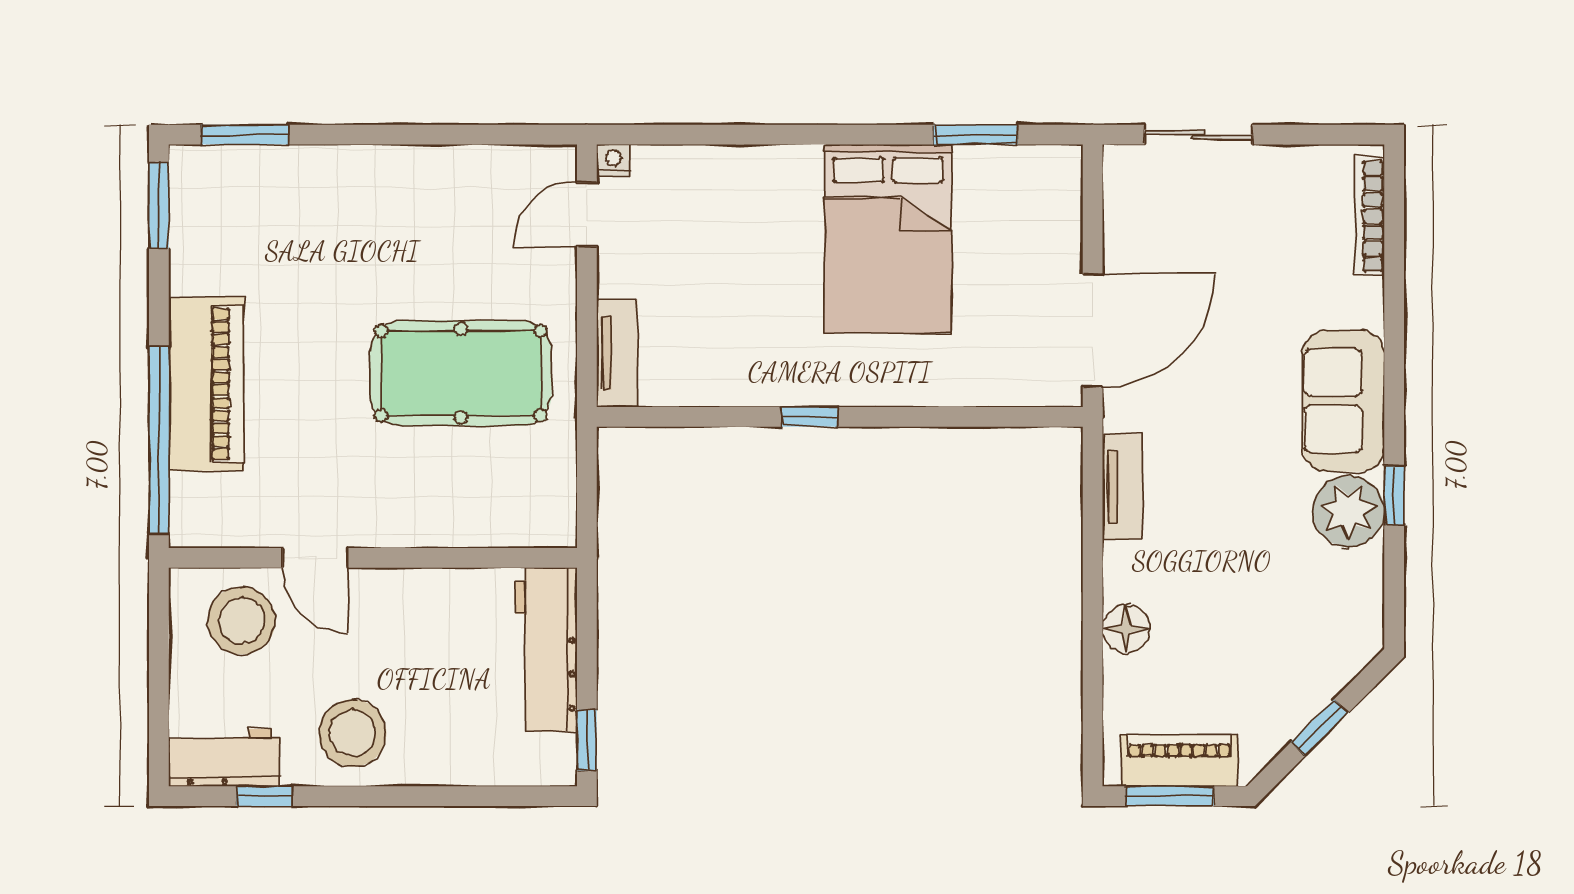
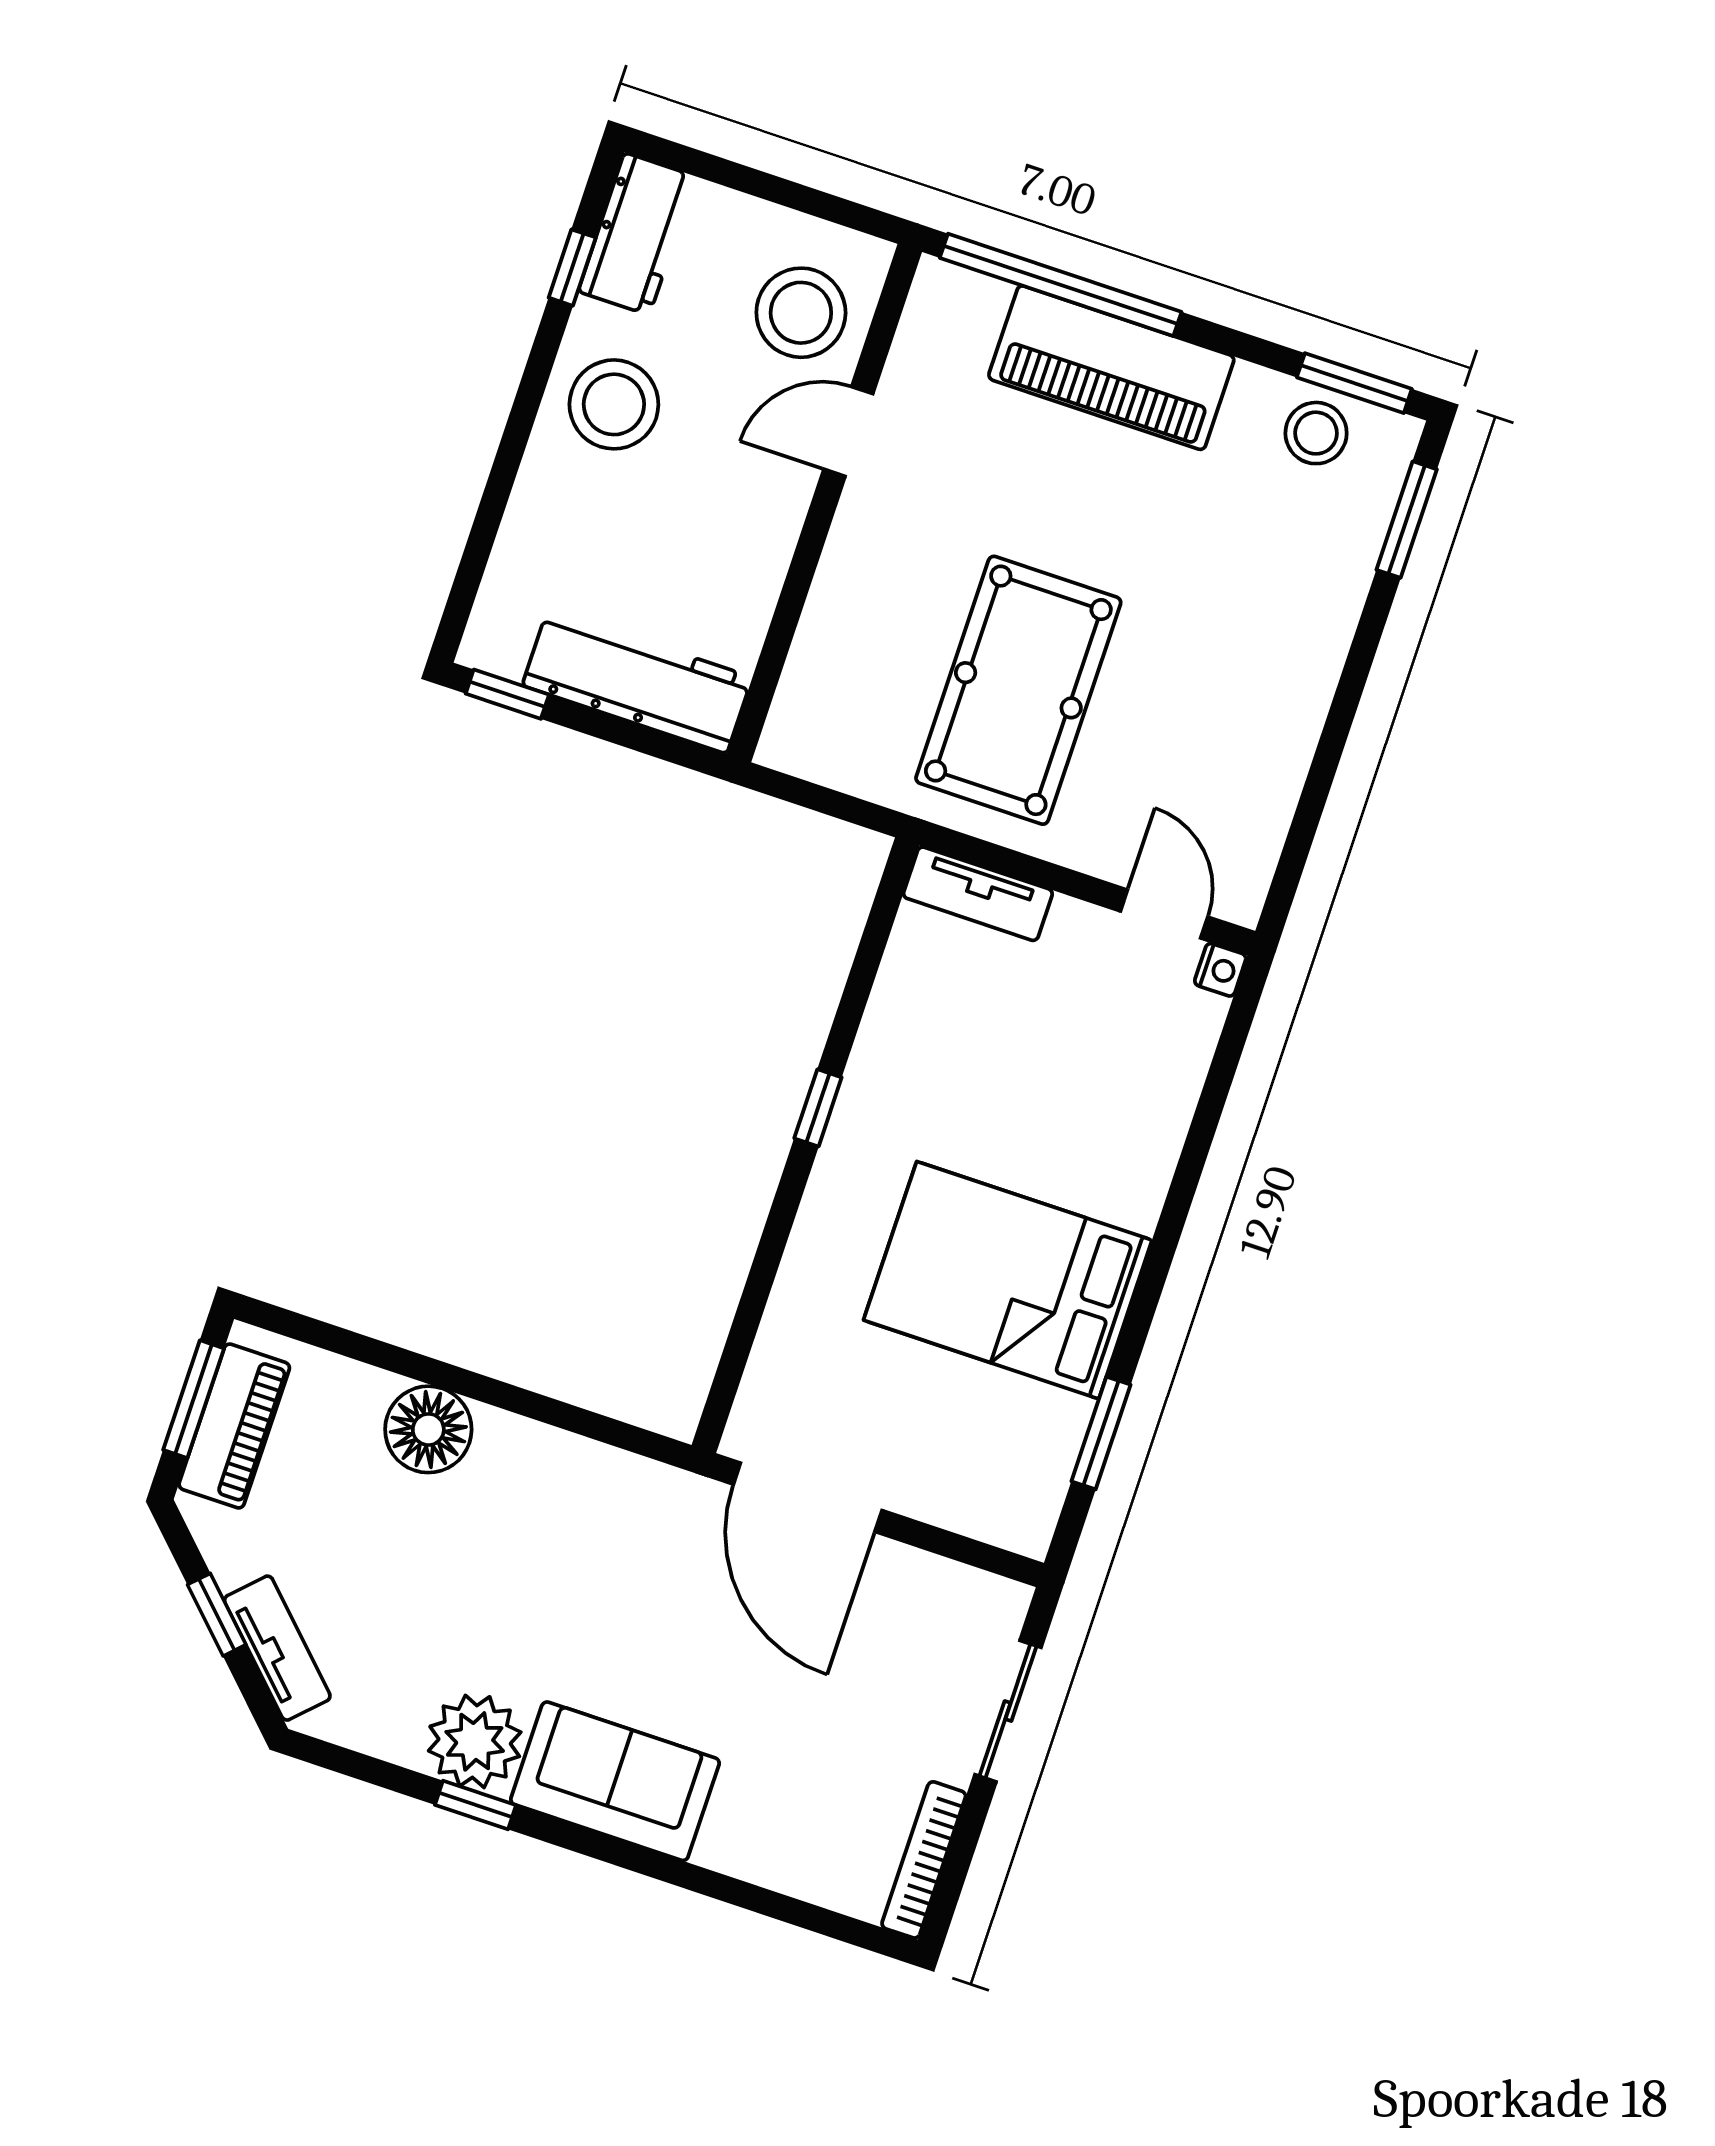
bookcase: (1369, 216) -> (924, 1860), moved, turned -90
stool: (204, 221) -> (1316, 433), added
tv unit: (1122, 487) -> (277, 1648), moved, turned -135
floor lamp: (1126, 629) -> (428, 1429), width x1.38, depth x1.38

